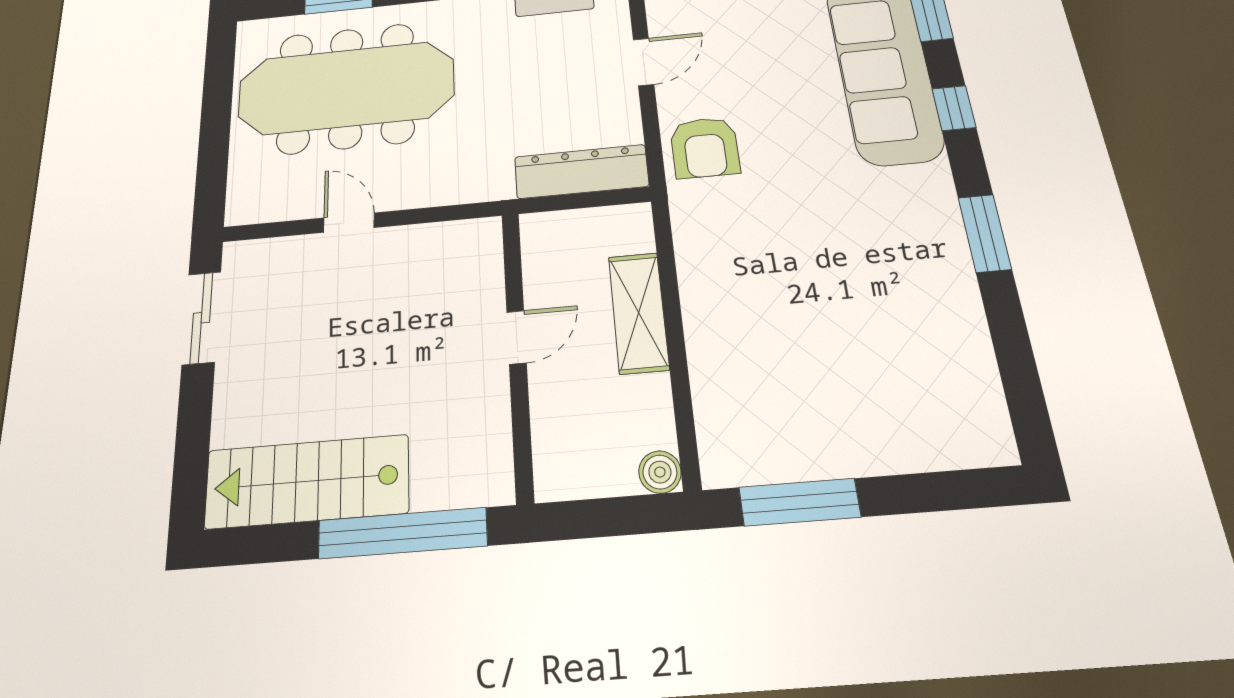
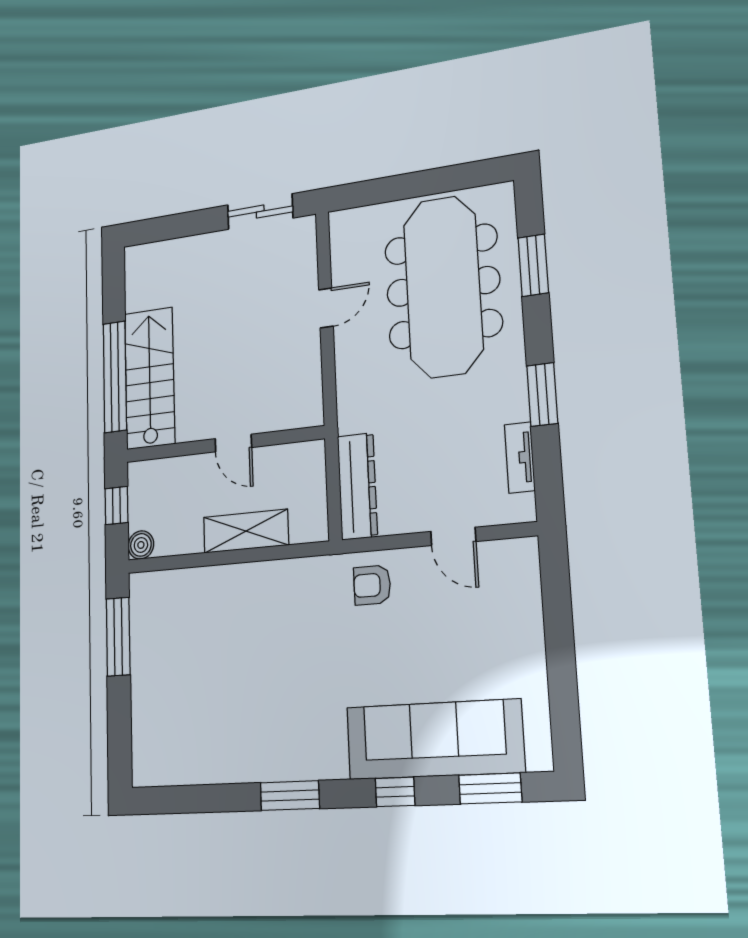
armchair: (705, 148) -> (372, 585), width x0.72, depth x0.72
stairs: (307, 481) -> (150, 378), moved
window: (600, 518) -> (116, 505), added

